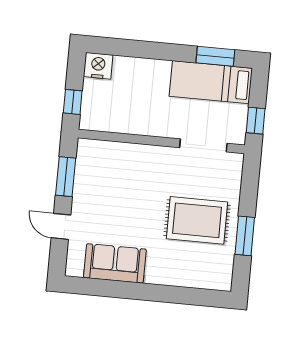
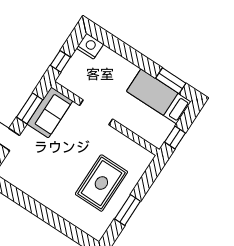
doorway: (203, 145) -> (96, 112), moved
rug: (197, 220) -> (101, 183), turned 90
sofa: (115, 263) -> (50, 112), moved, turned 90

